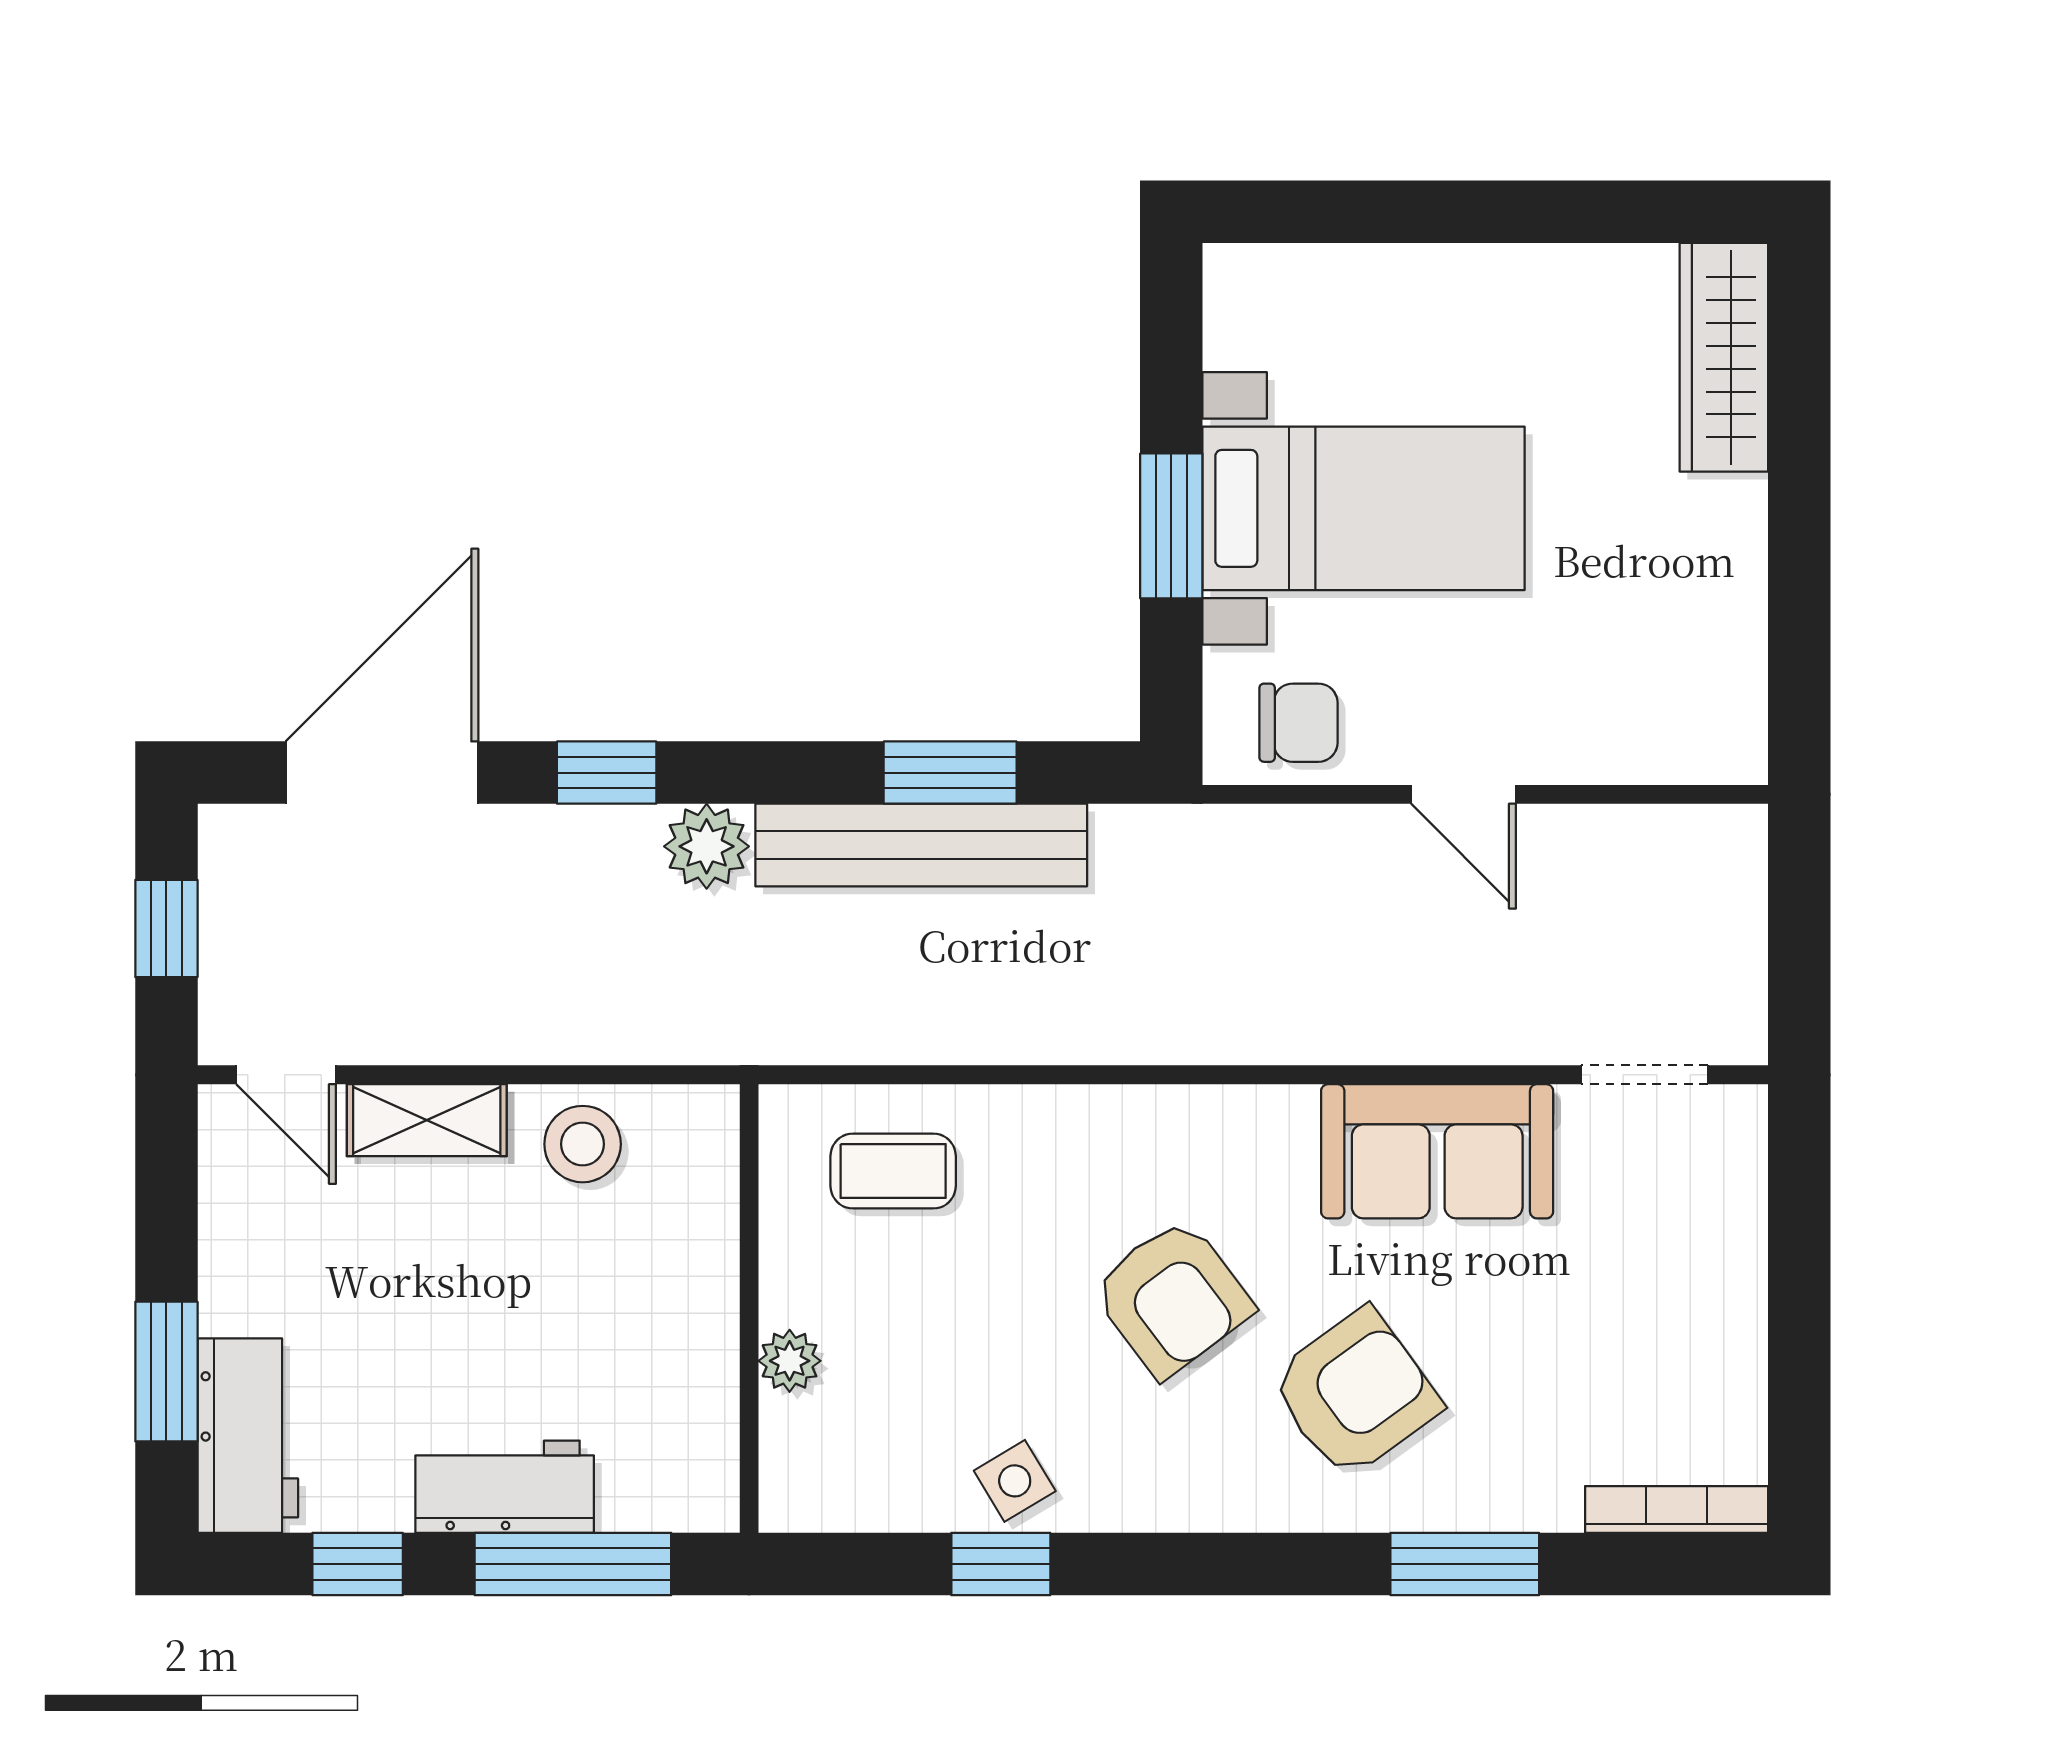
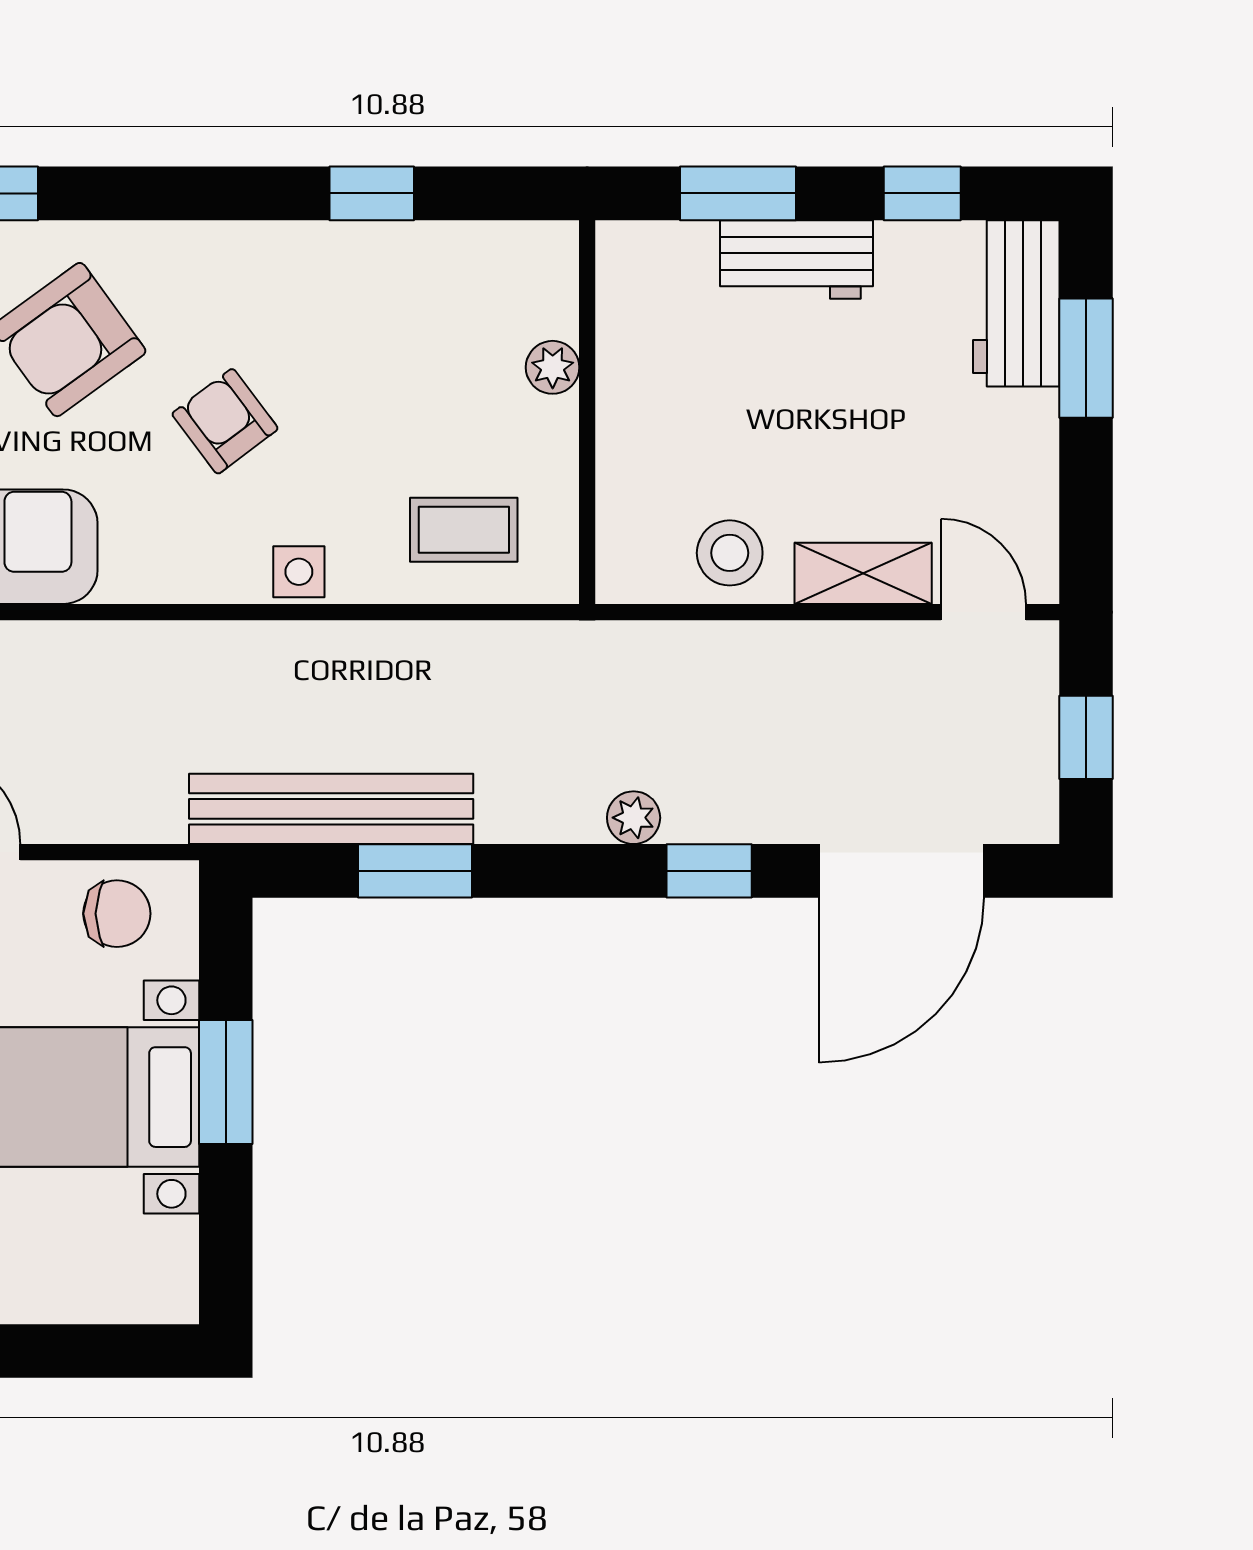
chair: (1298, 723) -> (117, 914), turned 180
bench: (921, 845) -> (331, 809), moved
plant: (707, 846) -> (634, 818), width x0.73, depth x0.73
armchair: (1172, 1298) -> (225, 421), width x0.72, depth x0.72
side table: (1015, 1481) -> (299, 572), moved, turned 31
window: (573, 1564) -> (738, 193), width x0.69

